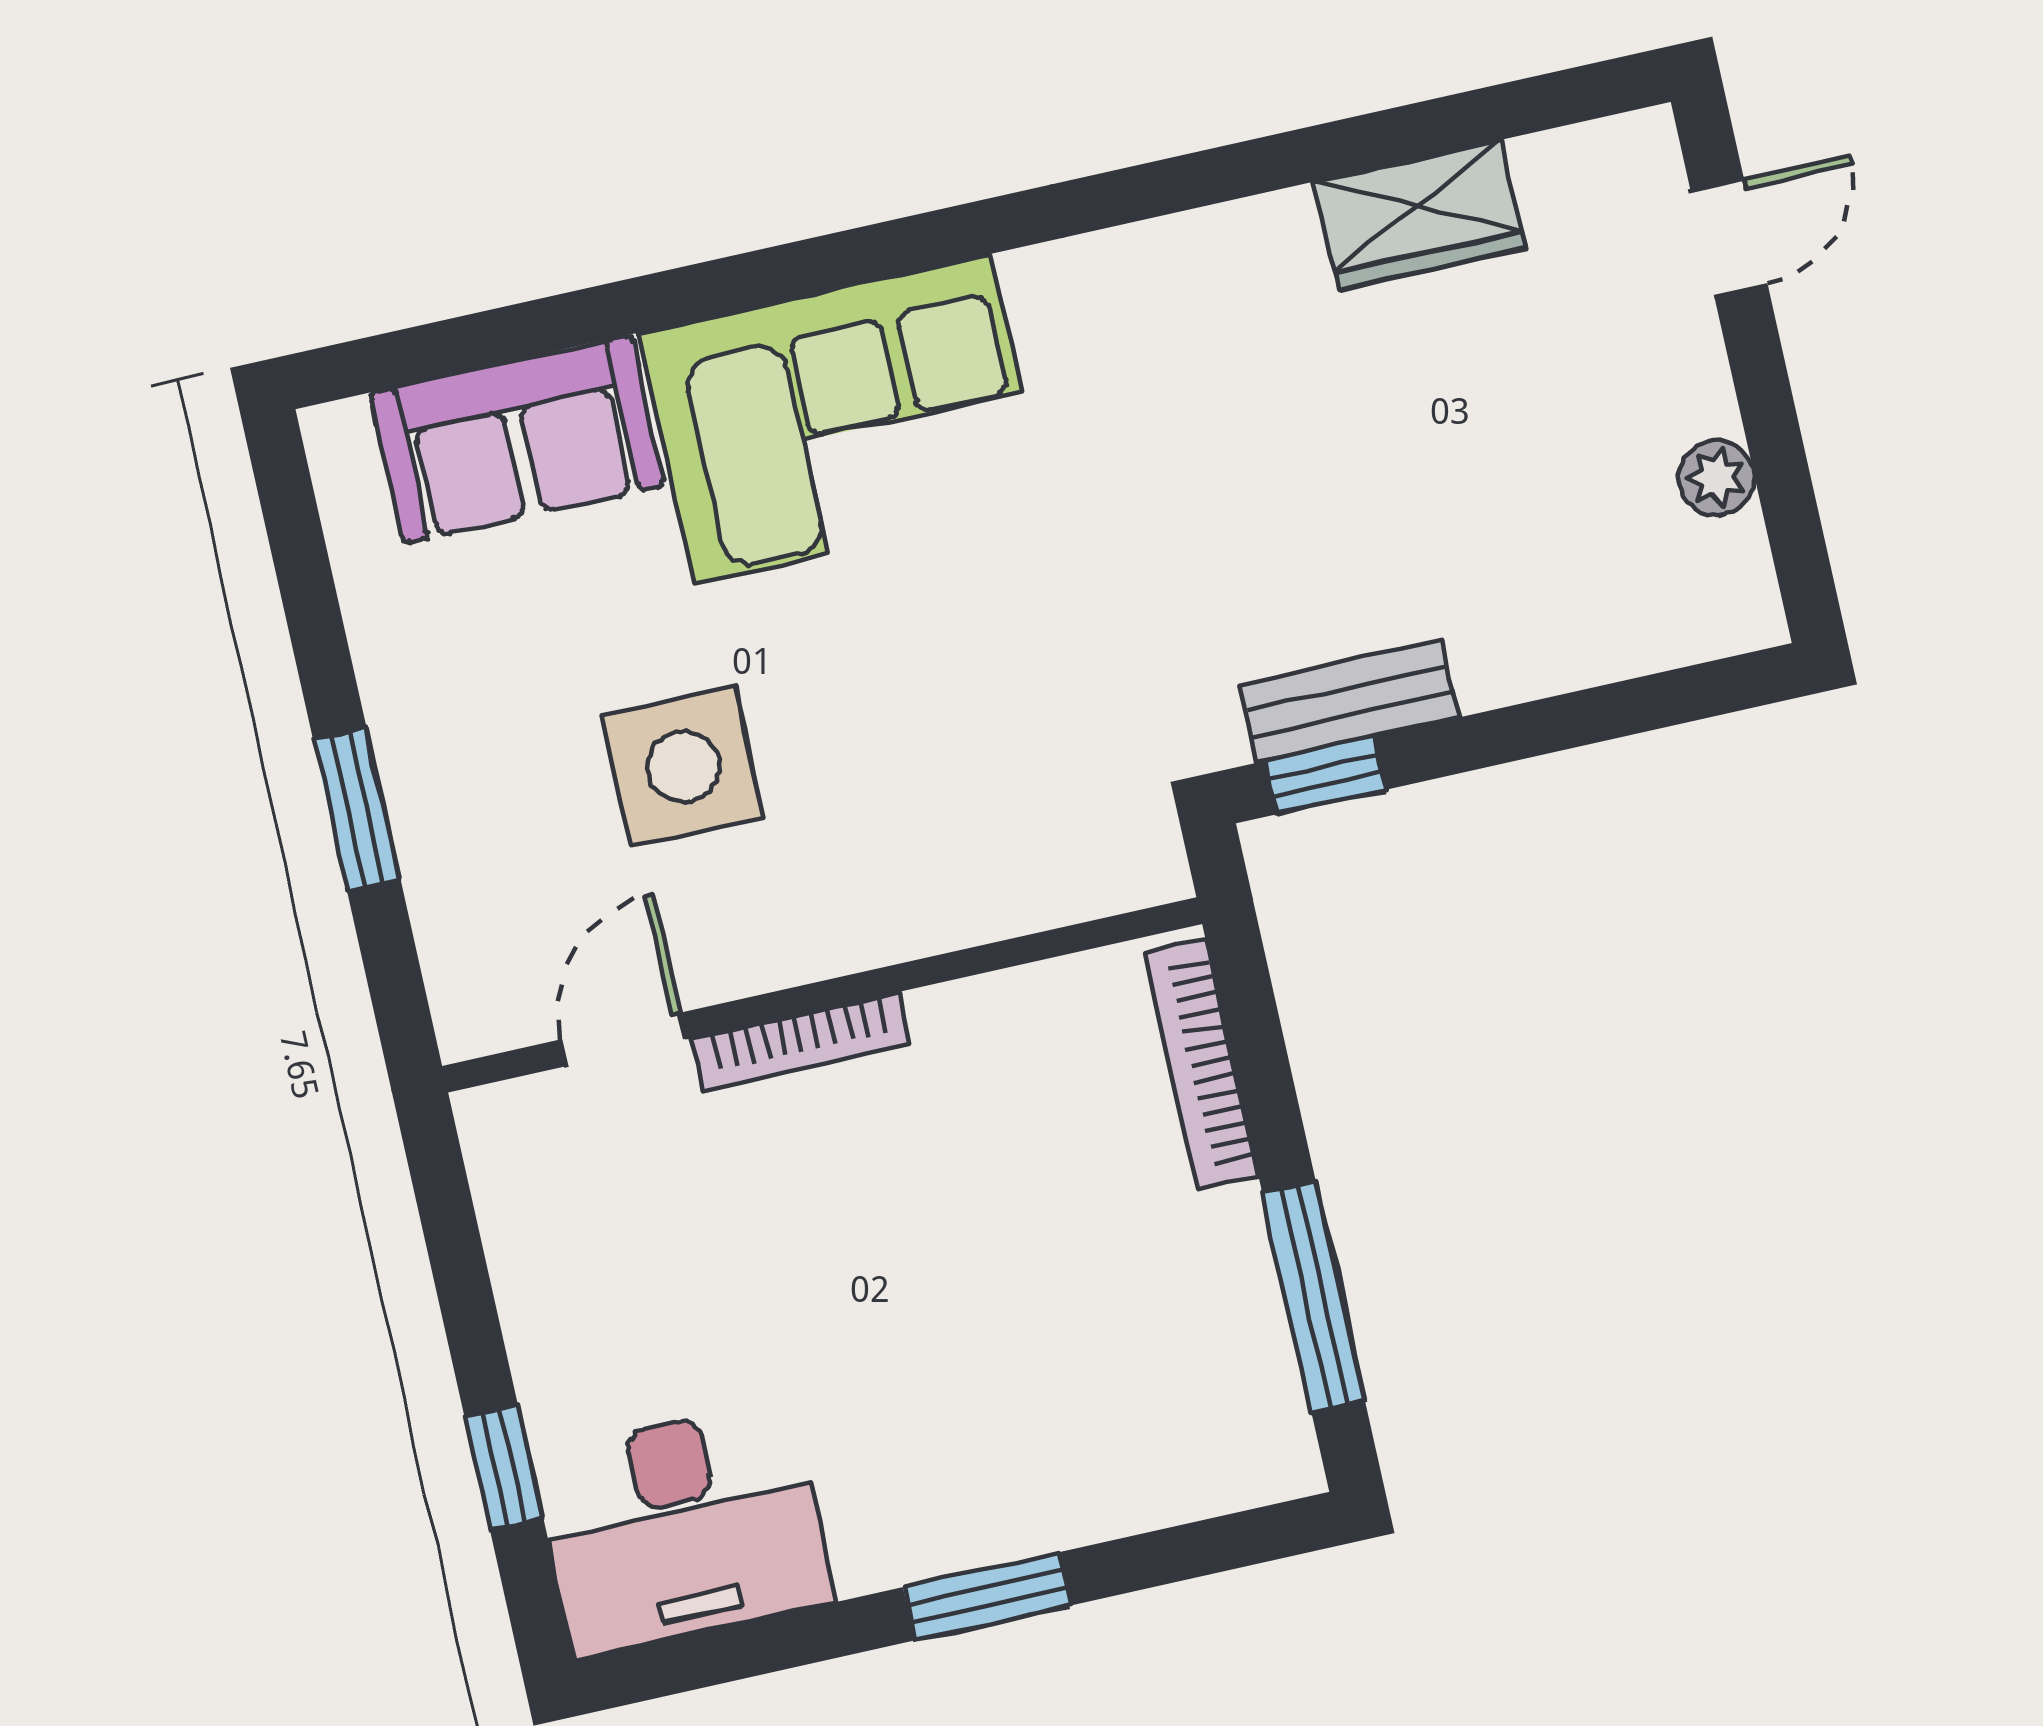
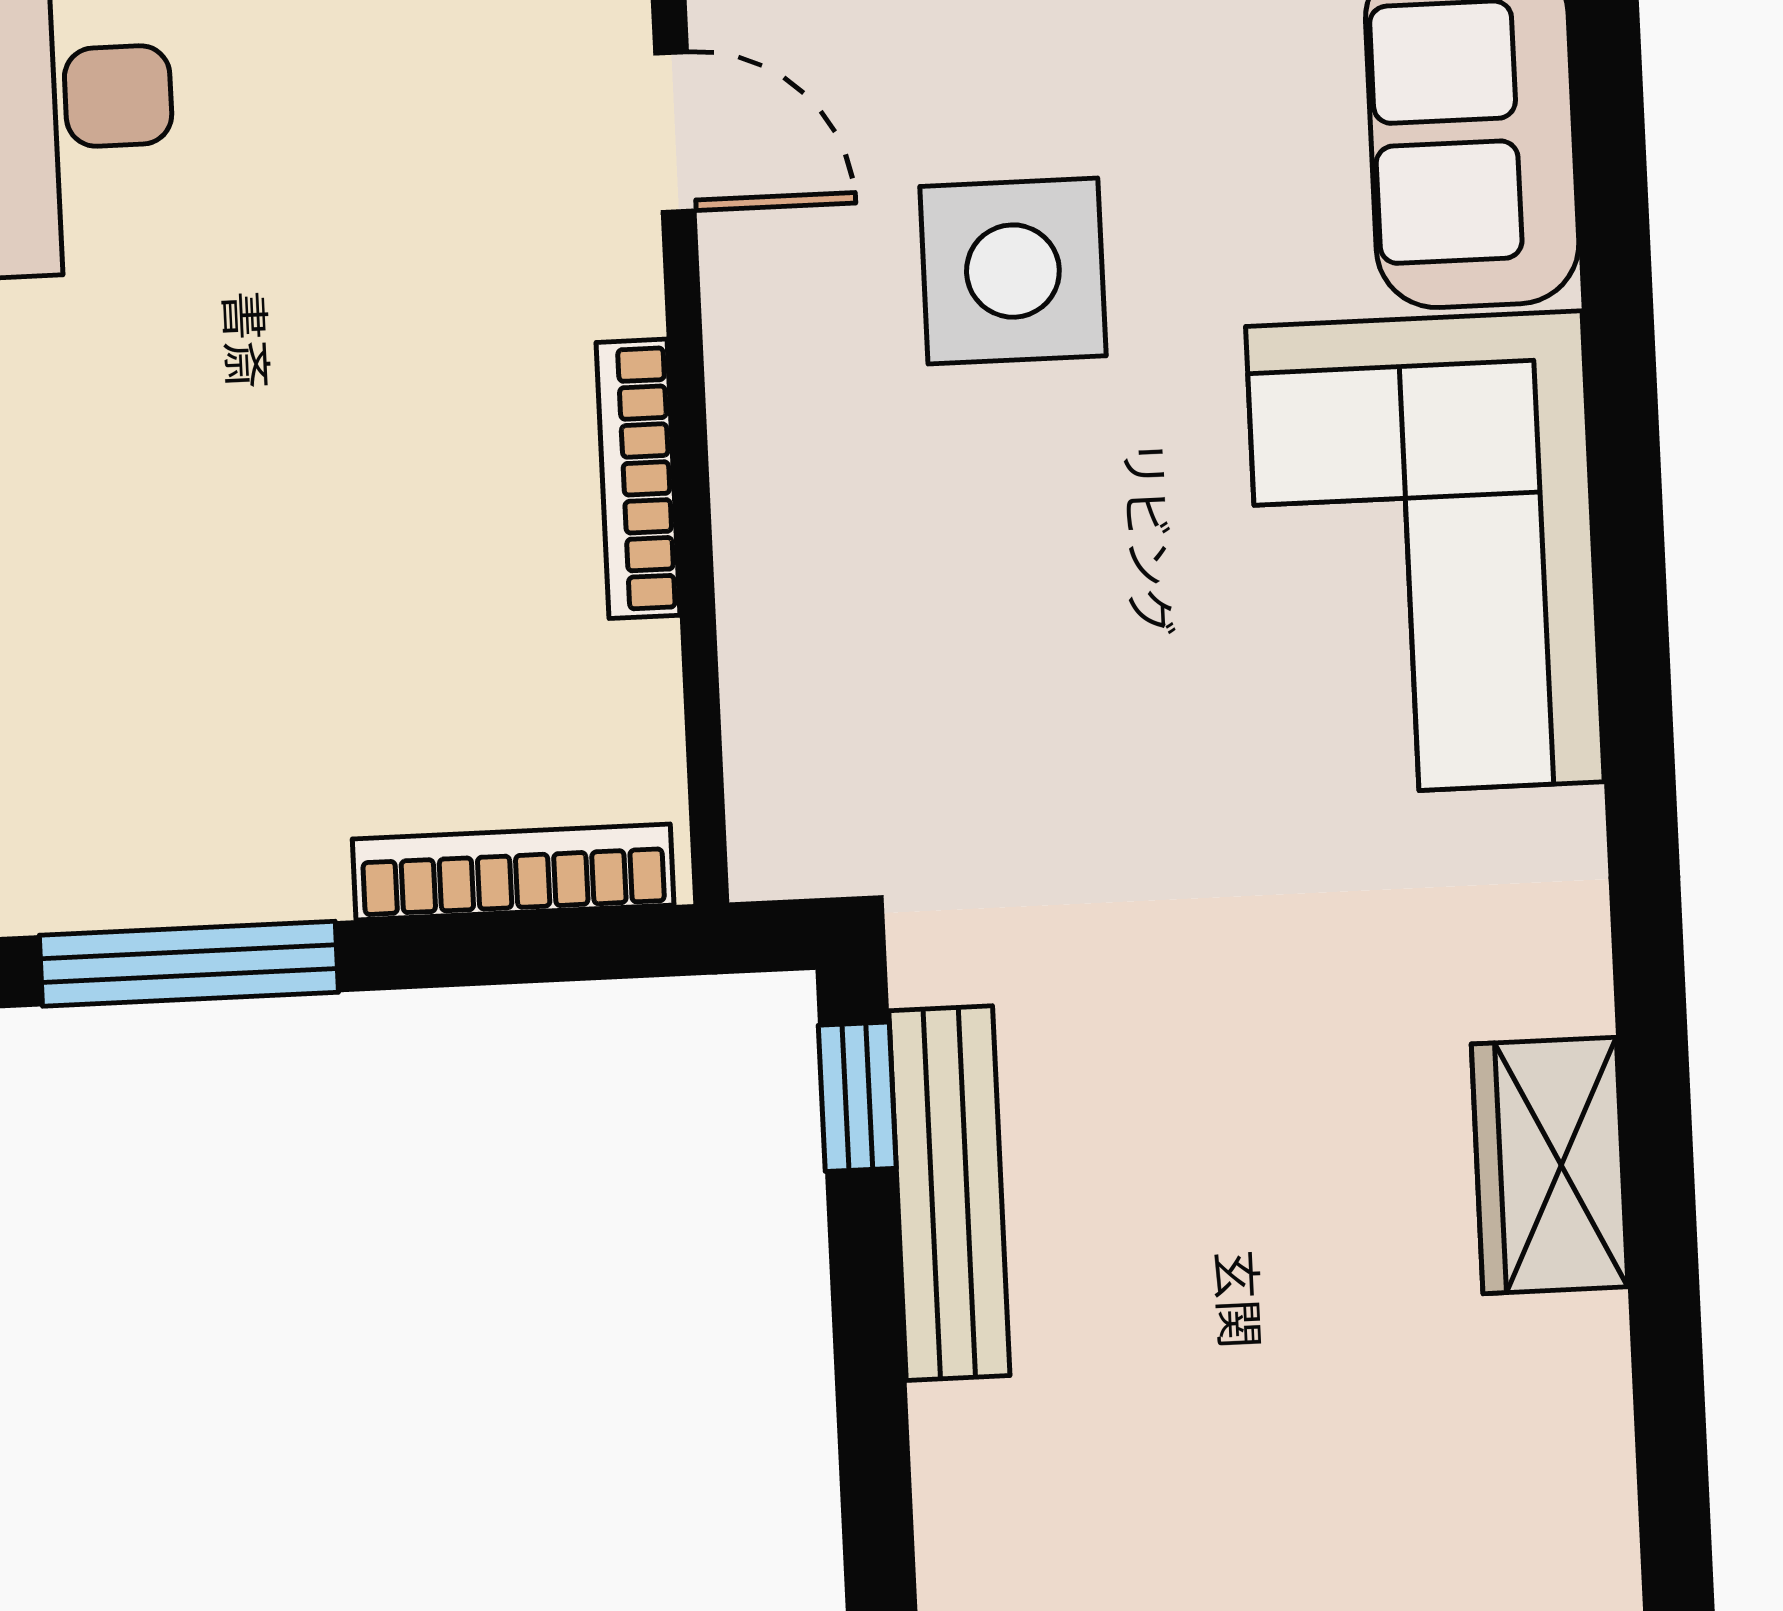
wardrobe: (1420, 215) -> (1550, 1165), moved
bench: (1350, 701) -> (949, 1193), width x1.36
bookcase: (801, 1042) -> (638, 479), moved

